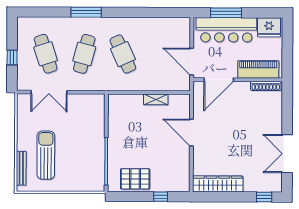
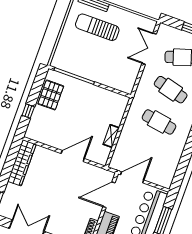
cafe table: (123, 54) -> (159, 122), turned 33
door: (219, 80) -> (109, 195), hinge flipped
sun lounger: (46, 155) -> (97, 27), turned 180

